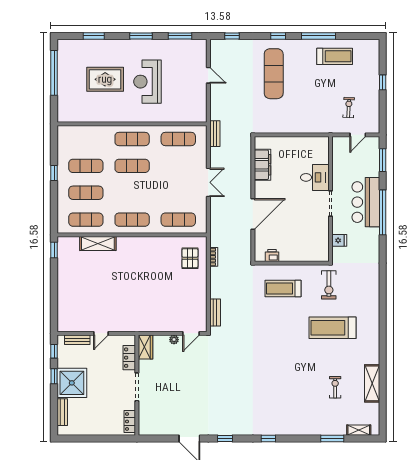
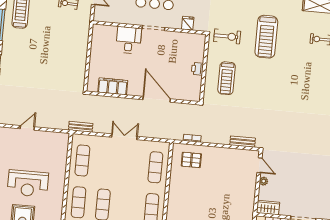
exercise mat: (274, 74) -> (31, 69), removed
printer: (272, 256) -> (197, 69), moved

